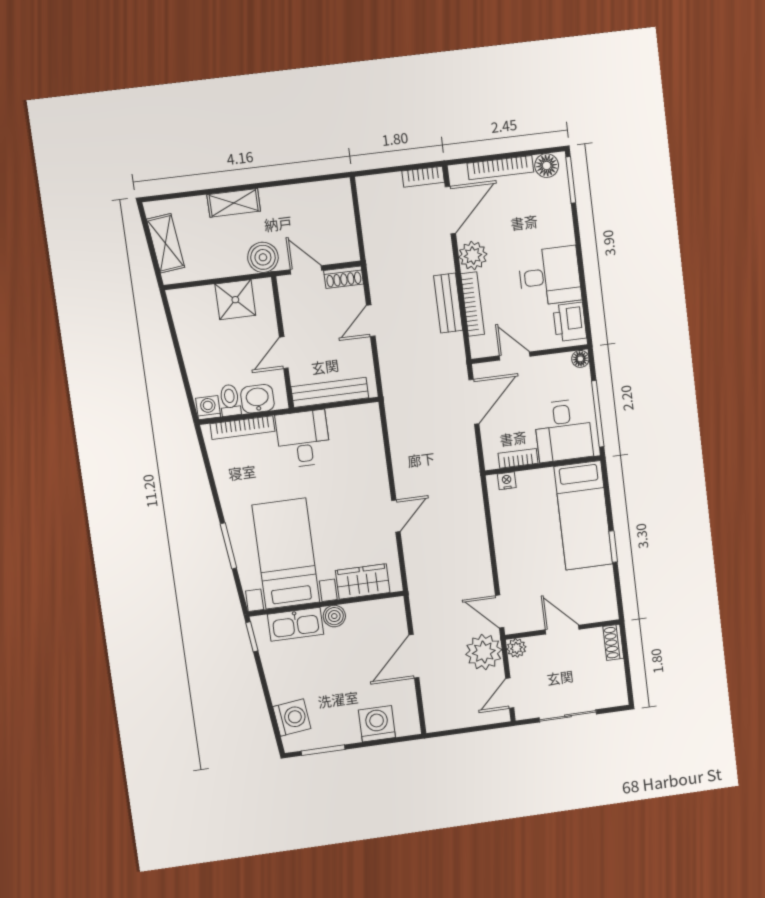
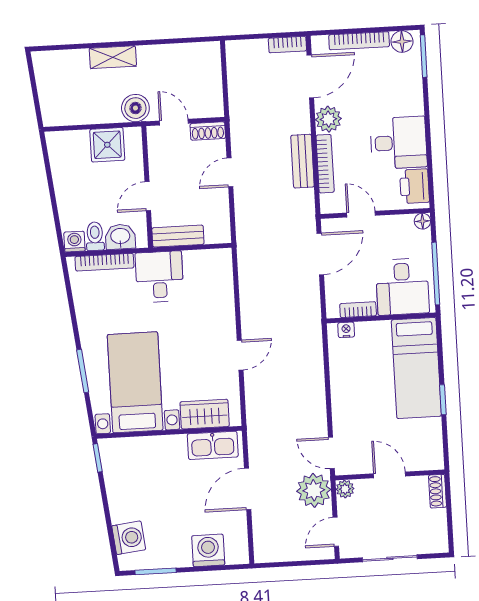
shelving: (166, 243) -> (48, 90), removed
bench: (330, 392) -> (178, 236), width x0.73
boiler: (334, 616) -> (176, 445), removed
kitchen sink: (296, 624) -> (213, 445), moved

